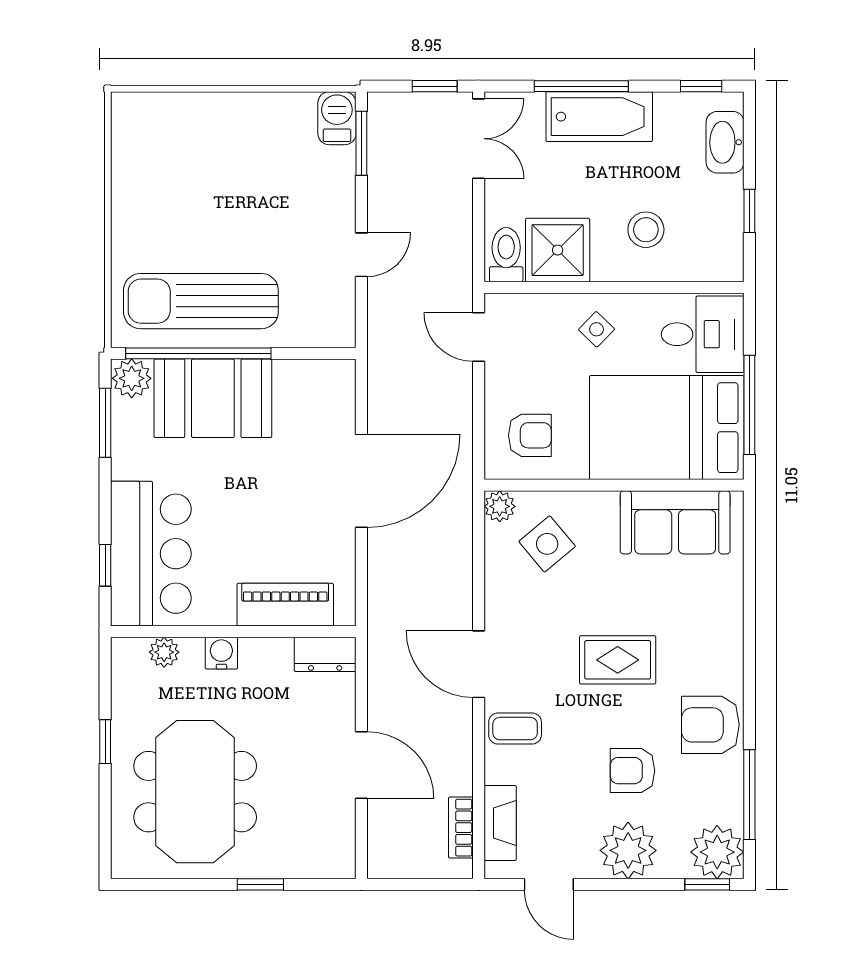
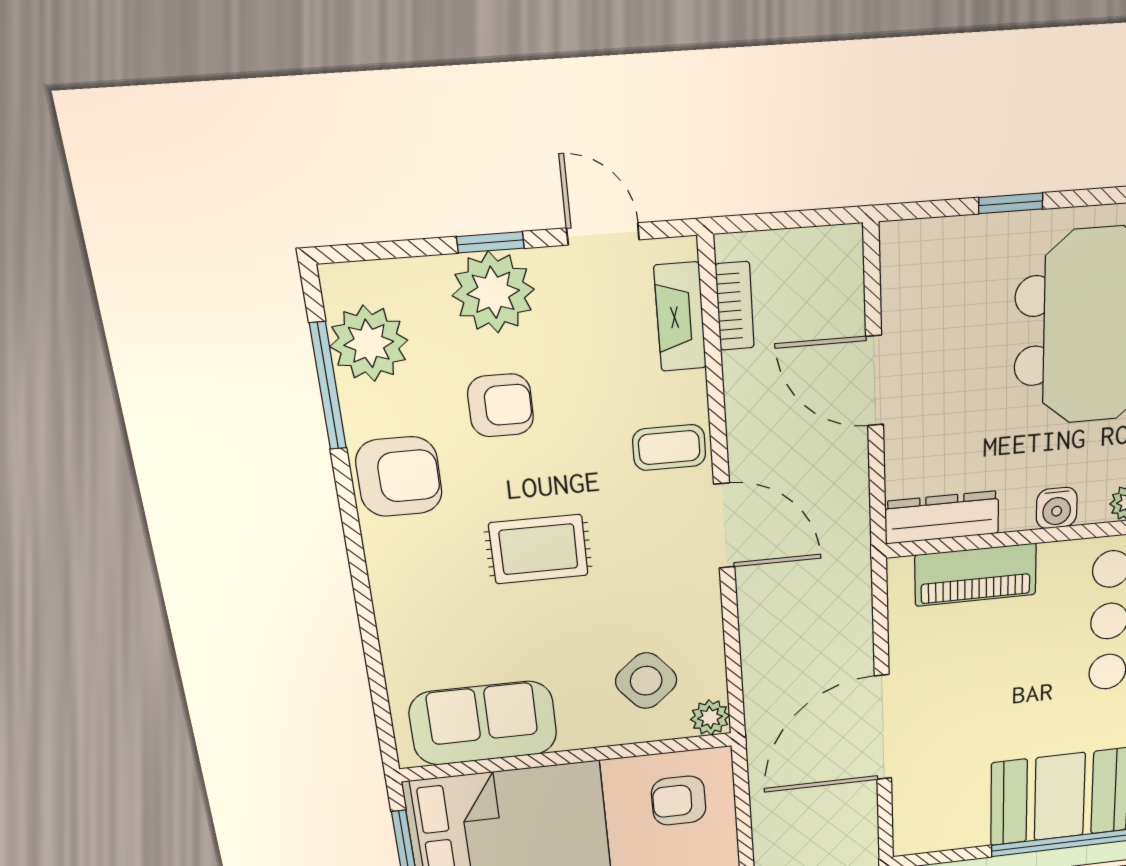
dresser: (325, 654) -> (942, 517), width x1.44
plant: (717, 852) -> (369, 343), moved
window: (707, 884) -> (490, 242), moved

